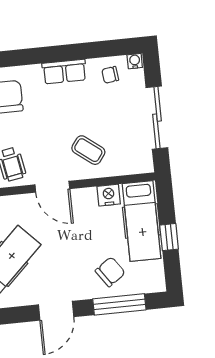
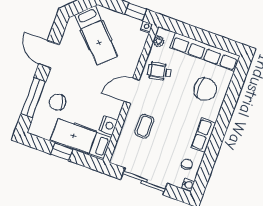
coffee table: (88, 150) -> (144, 126), turned -37
chair: (110, 272) -> (58, 102), turned 111

